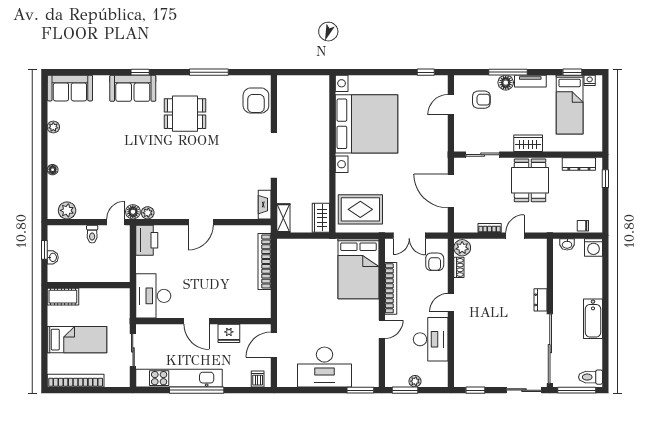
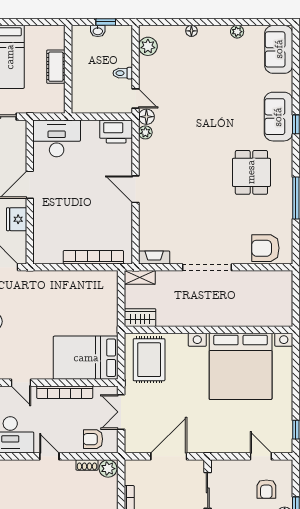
cot: (63, 297) -> (56, 67), moved

